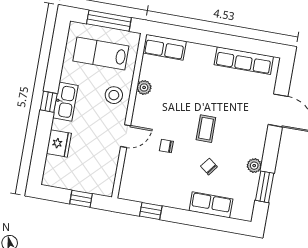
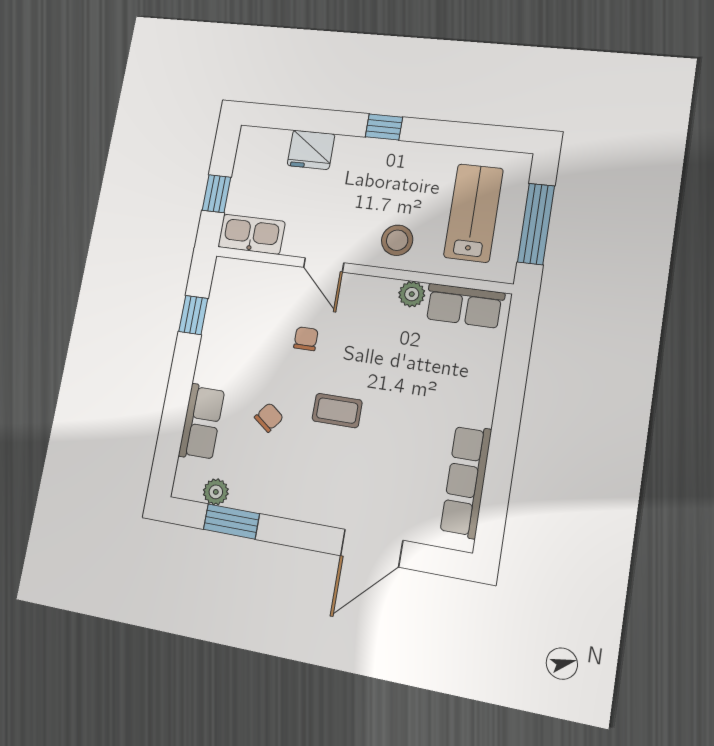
row of seats: (165, 47) -> (464, 306), moved, turned -90
kitchen sink: (65, 102) -> (251, 234), moved, turned 180
plant: (254, 166) -> (216, 492), moved

